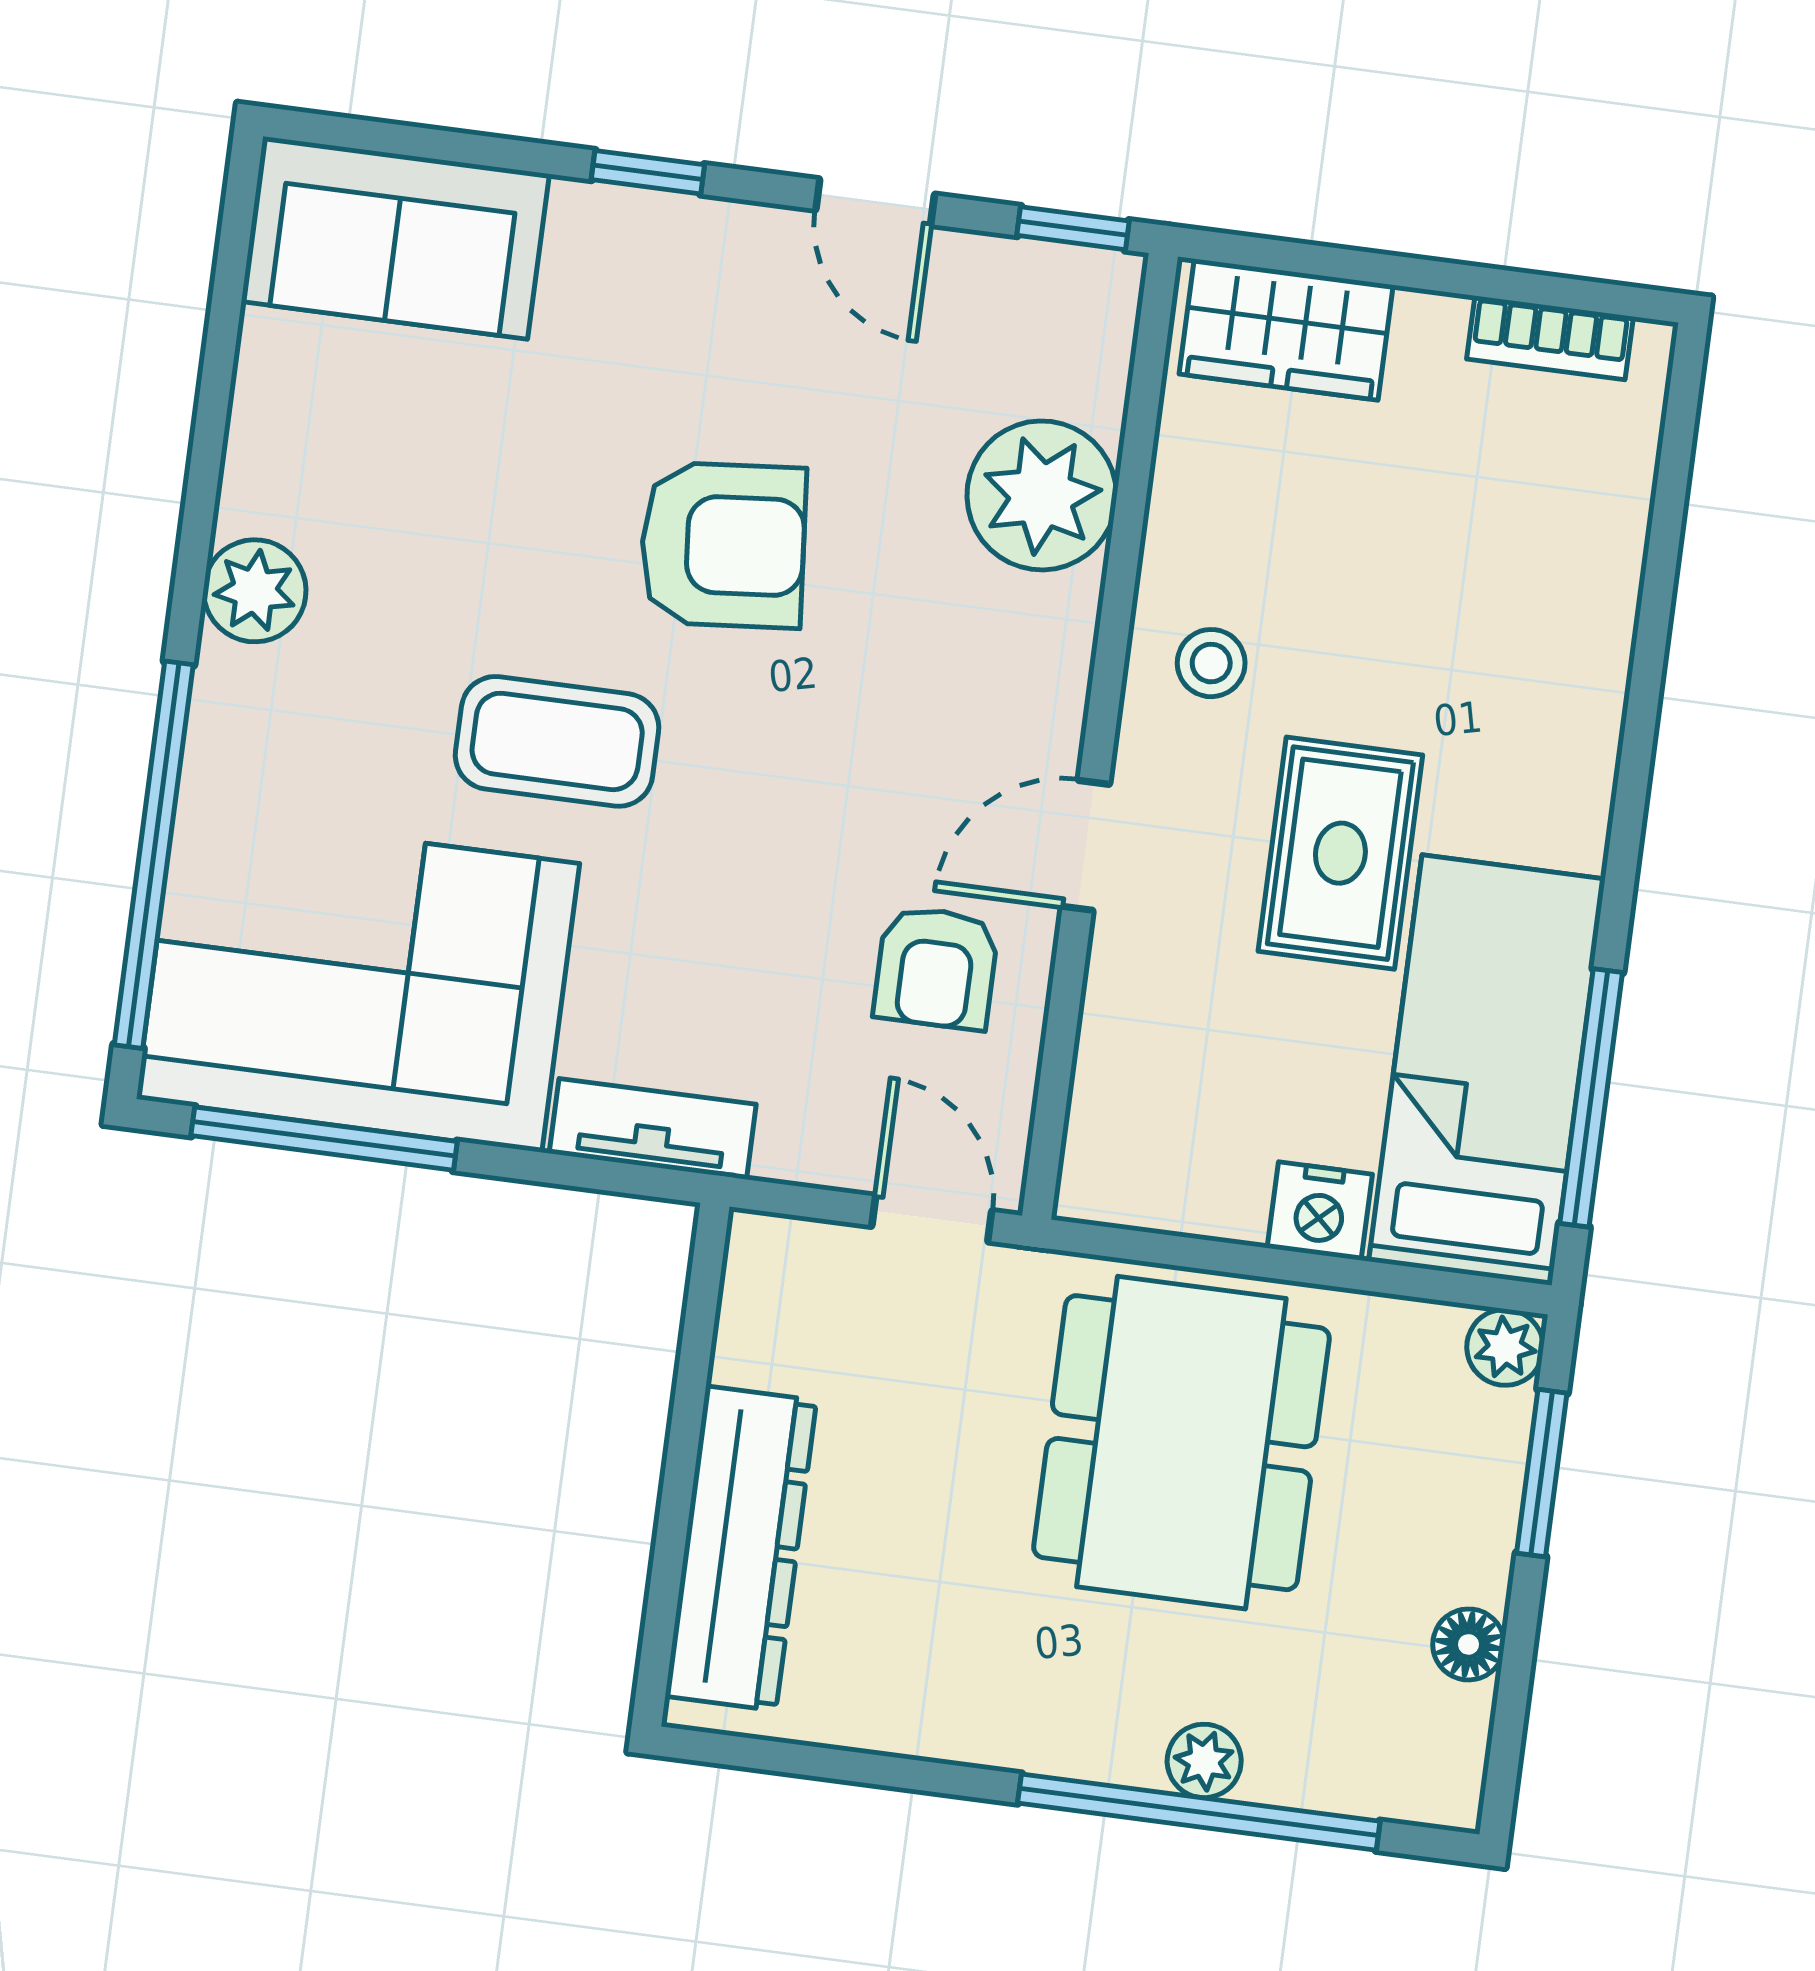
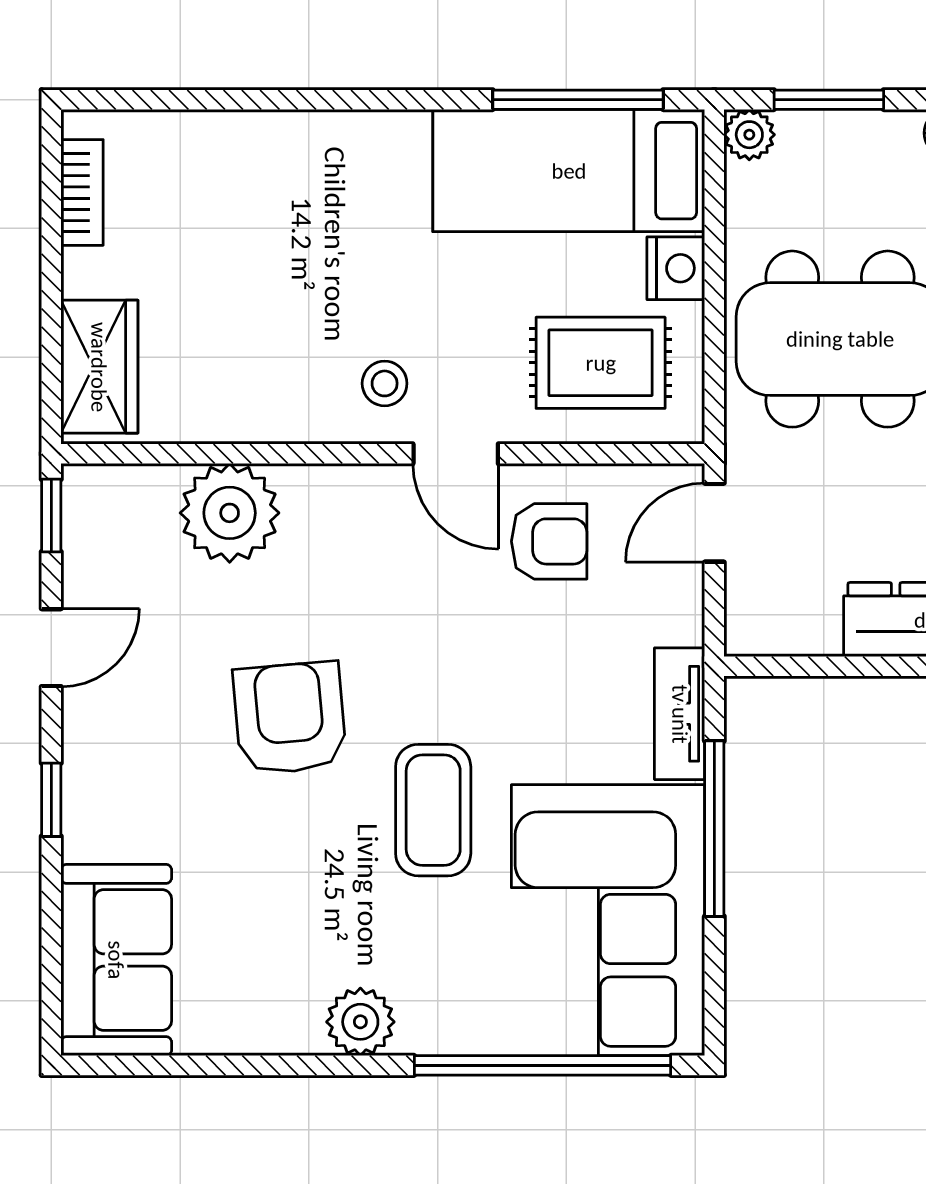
stool: (1211, 663) -> (385, 383), moved
rug: (1340, 853) -> (601, 363), moved
window: (324, 1139) -> (714, 829), moved

